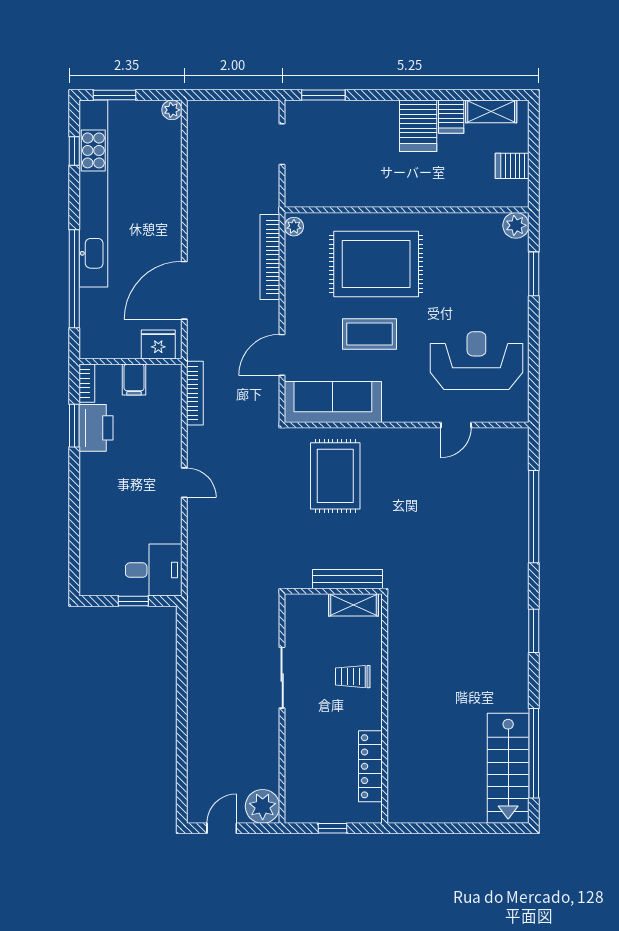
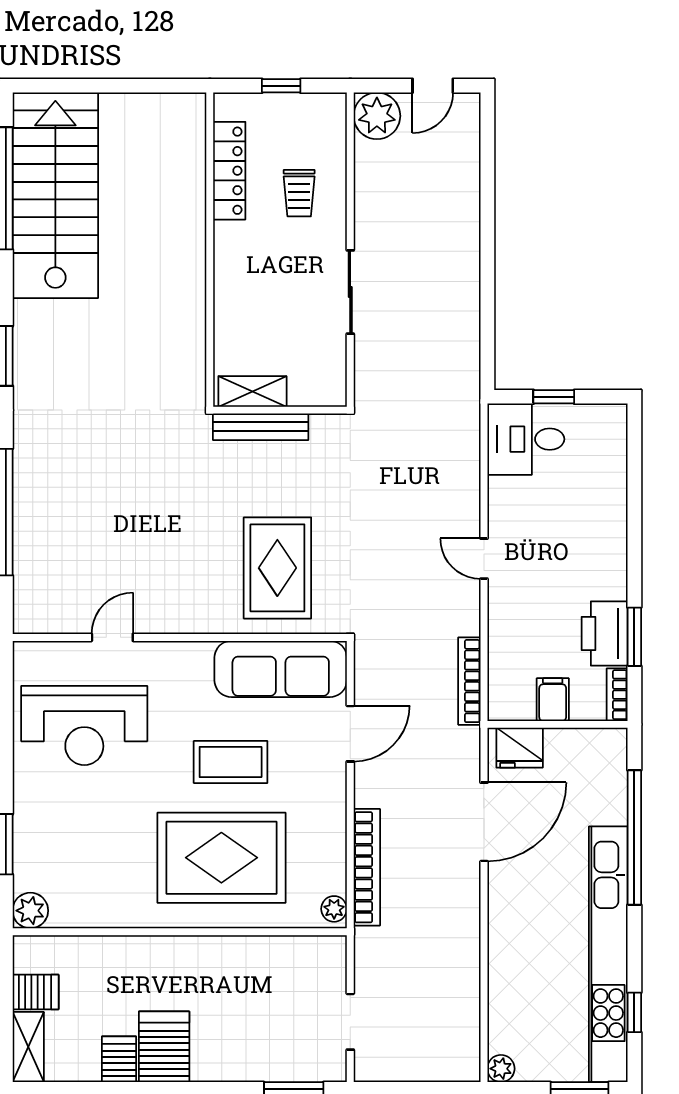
shelving: (491, 111) -> (28, 1047), moved, turned 90
trolley: (353, 677) -> (299, 193), moved, turned 90
stairs: (508, 768) -> (55, 195), width x1.36, depth x1.51

